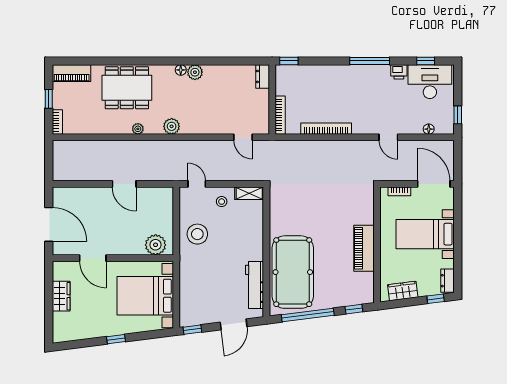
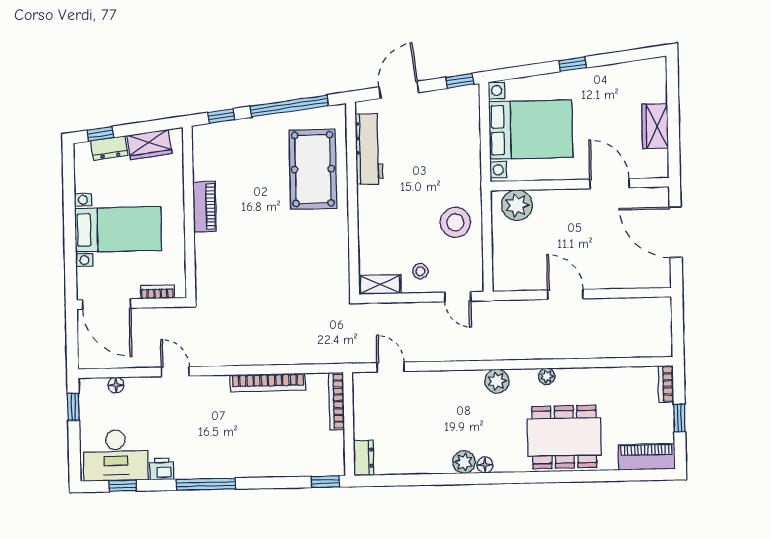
piano: (364, 248) -> (204, 207), width x0.73, depth x0.75
pool table: (293, 272) -> (313, 169), width x0.73, depth x0.76
dresser: (447, 281) -> (109, 148), moved, turned 83

